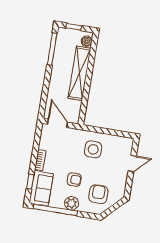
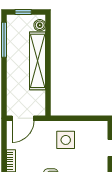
door: (58, 123) -> (23, 118), swing flipped

